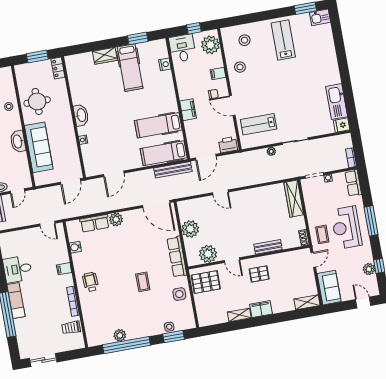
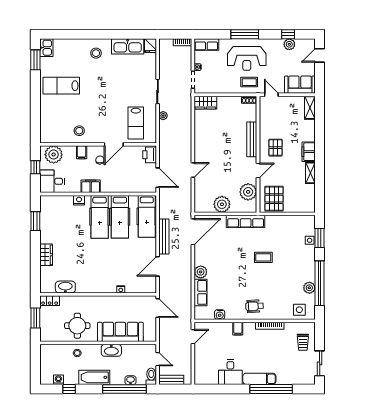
stool: (244, 40) -> (96, 53), moved
nightstand: (165, 64) -> (79, 200), moved
hospital bed: (130, 68) -> (100, 217), moved, turned 90
filing cabinet: (188, 110) -> (91, 186), moved
washbasin: (81, 115) -> (65, 287), moved
bench: (173, 170) -> (164, 237), moved
door: (114, 174) -> (158, 266), swing flipped
wardrobe: (294, 199) -> (205, 103), width x0.67
bench: (268, 247) -> (252, 139), width x1.36
side table: (179, 294) -> (299, 310), moved
trolley: (71, 328) -> (303, 342), moved

